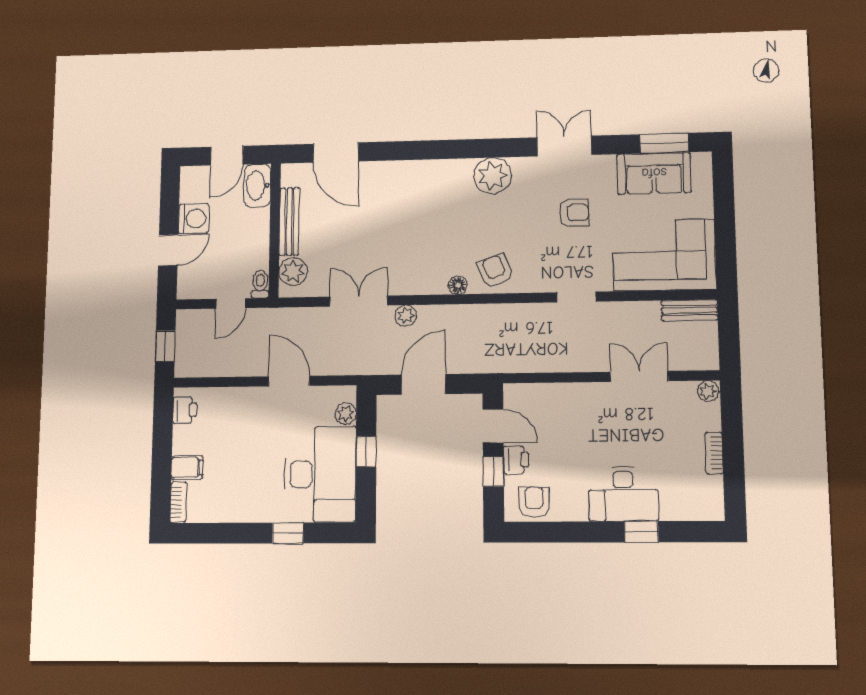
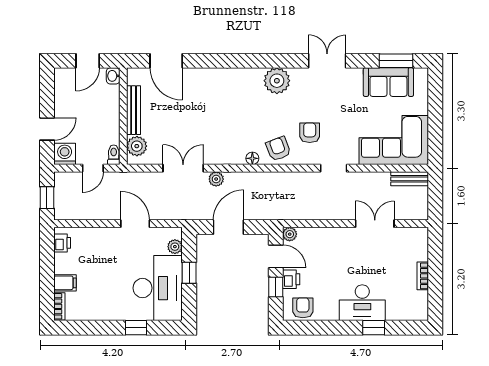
washbasin: (257, 186) -> (113, 76), width x0.52, depth x0.69
armchair: (574, 213) -> (310, 133), moved, turned -90
washing machine: (193, 219) -> (65, 154), moved, turned -90
plant: (708, 391) -> (290, 234), moved

